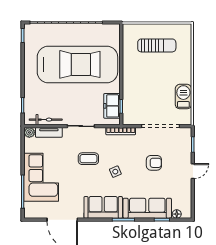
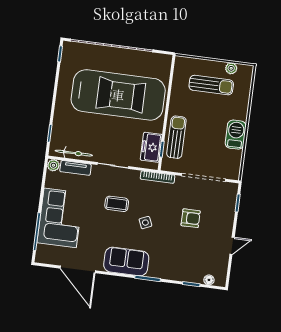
plant: (172, 29) -> (231, 68), added
sun lounger: (133, 94) -> (176, 137), added
barbecue: (183, 97) -> (236, 135), moved
door: (193, 171) -> (232, 246), moved
sofa: (147, 208) -> (176, 269), removed

